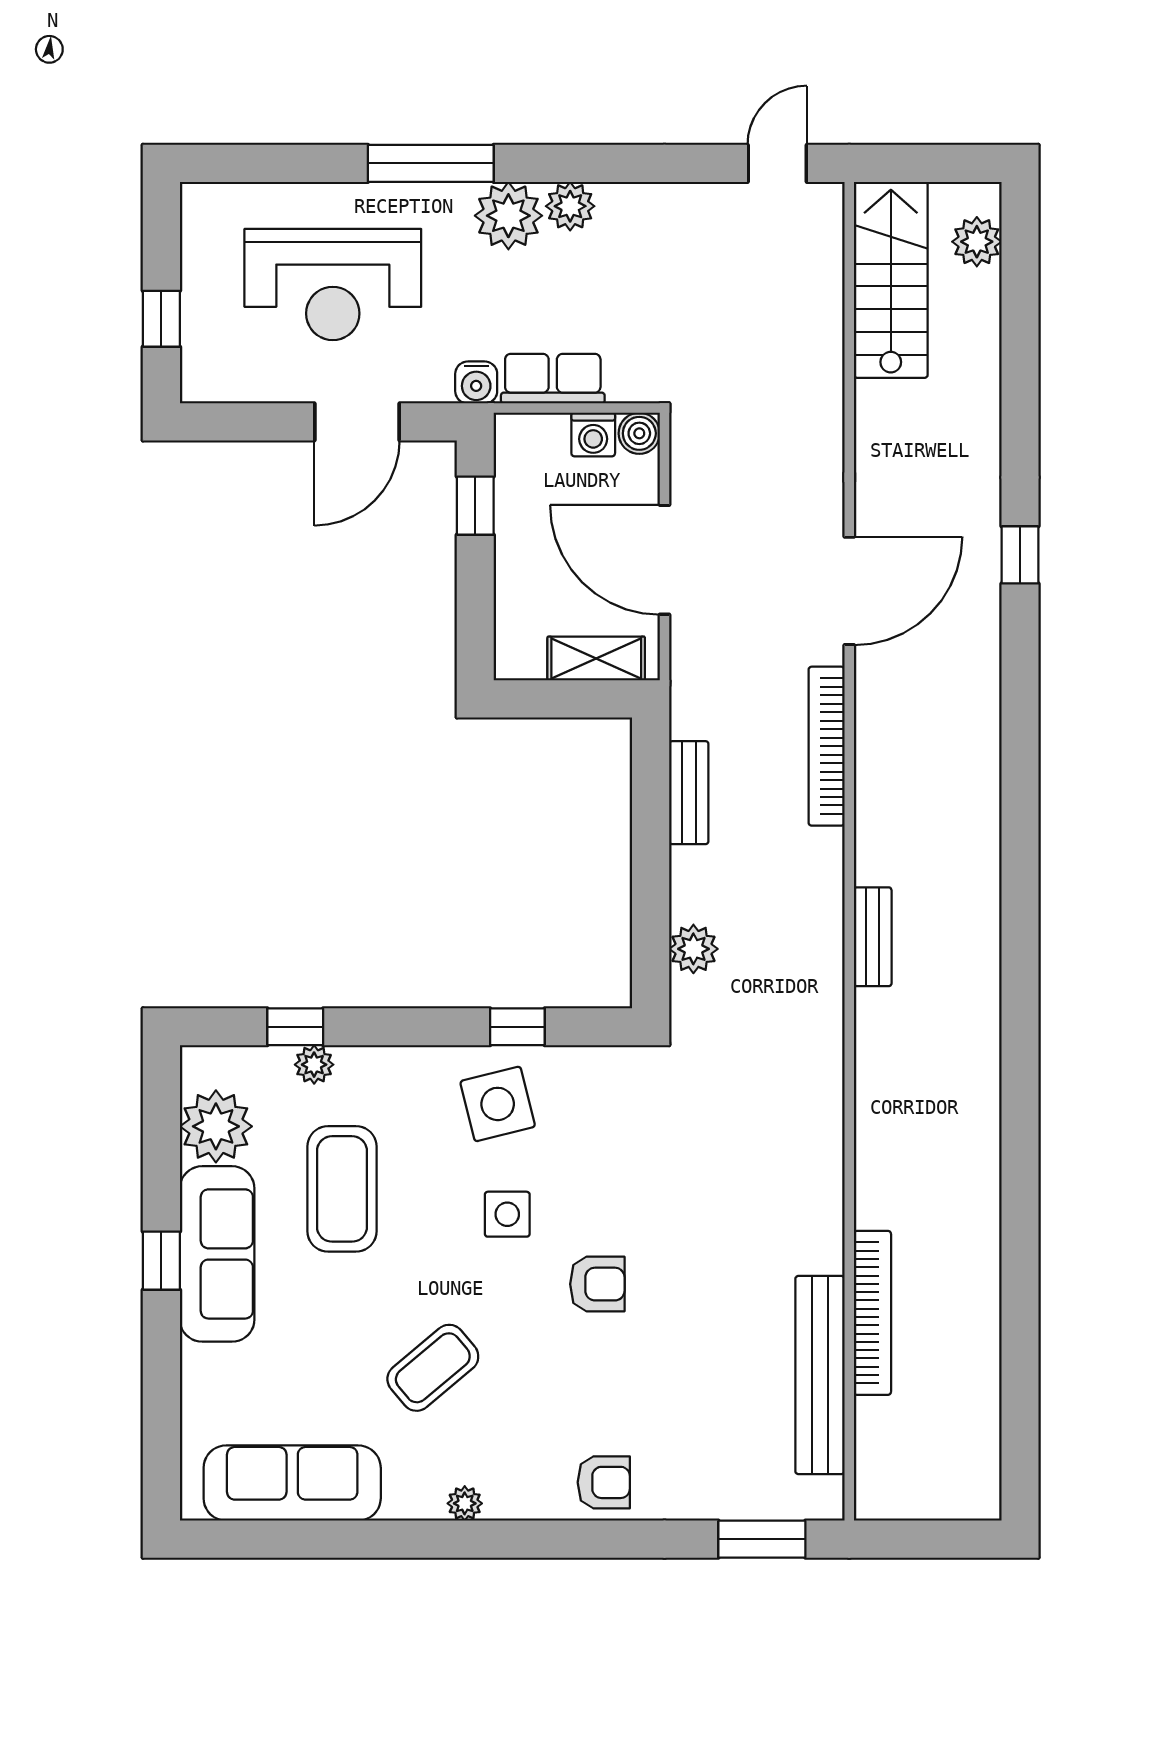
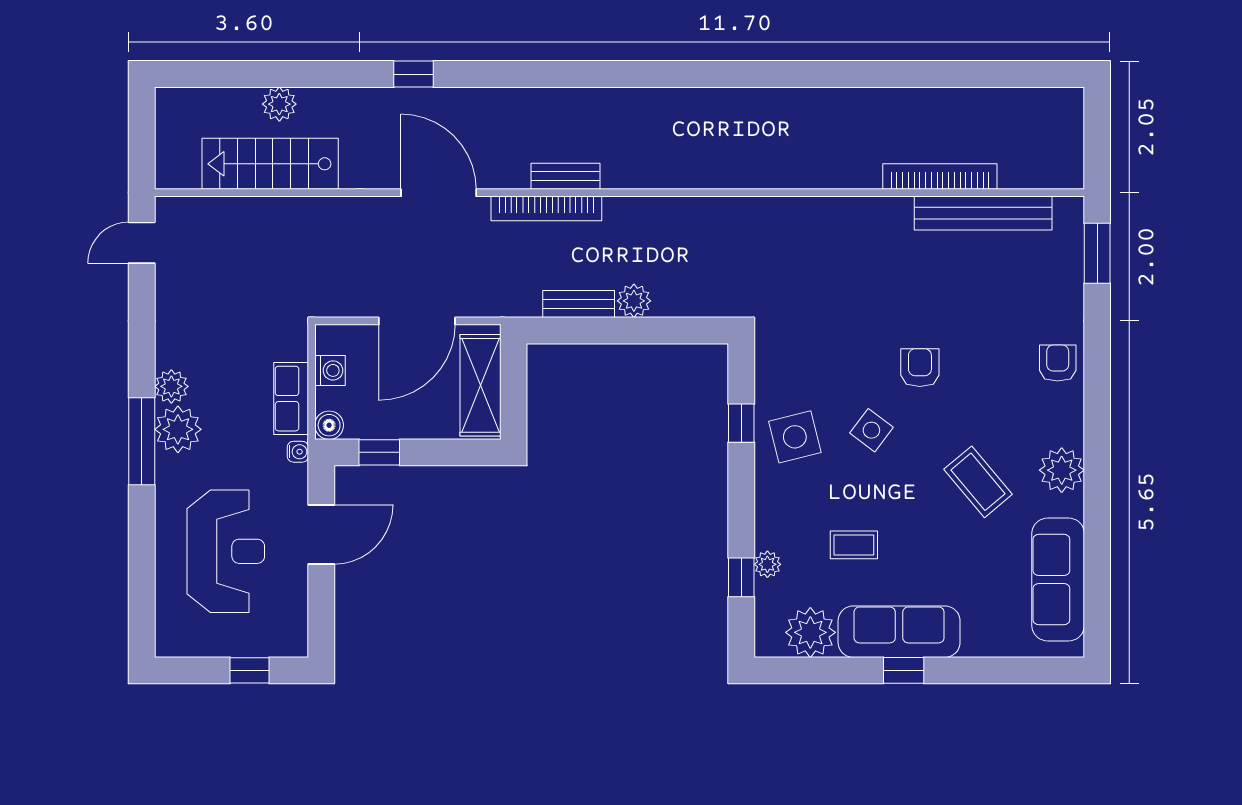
window: (431, 163) -> (142, 441), moved
door: (777, 163) -> (142, 243), hinge flipped
plant: (977, 242) -> (279, 104), moved
stairs: (891, 280) -> (270, 164), moved
water cooler: (476, 382) -> (298, 452), width x0.72, depth x0.72
door: (357, 422) -> (321, 534), hinge flipped
boiler: (639, 433) -> (329, 425), moved
shelving: (596, 659) -> (480, 385), width x1.50, depth x1.33
bench: (873, 937) -> (566, 176), moved
plant: (693, 949) -> (634, 301), moved
coffee table: (342, 1189) -> (854, 545), width x0.54, depth x0.58
side table: (507, 1214) -> (871, 430), turned 37
plant: (465, 1503) -> (1062, 470), width x1.87, depth x1.87

